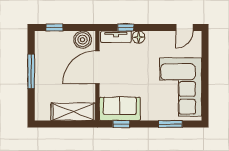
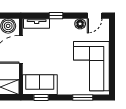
window: (126, 27) -> (56, 16), moved
floor lamp: (139, 37) -> (80, 24), moved

